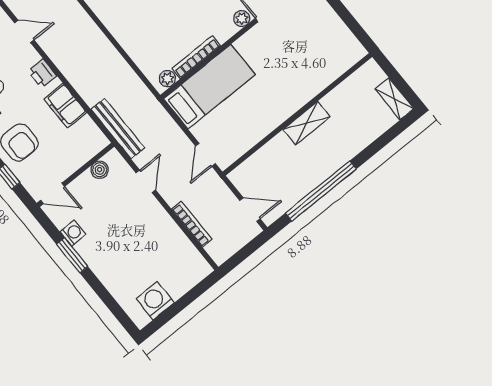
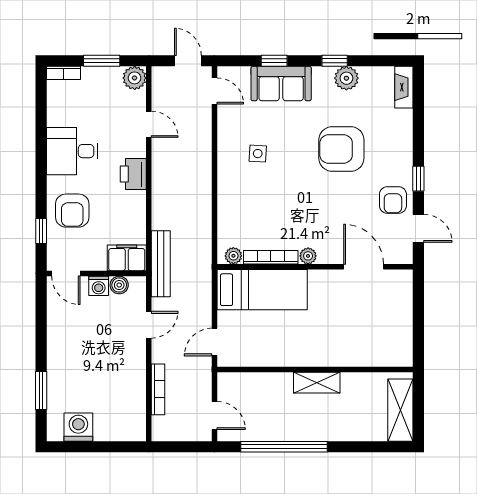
plant: (242, 19) -> (308, 256), moved
printer: (42, 73) -> (133, 174), width x1.36, depth x1.24
shelving: (394, 99) -> (400, 410), width x1.50, depth x1.33
filing cabinet: (65, 106) -> (127, 258), moved, turned 90
washing machine: (73, 233) -> (99, 286), moved, turned 90
window: (72, 255) -> (41, 391), moved

